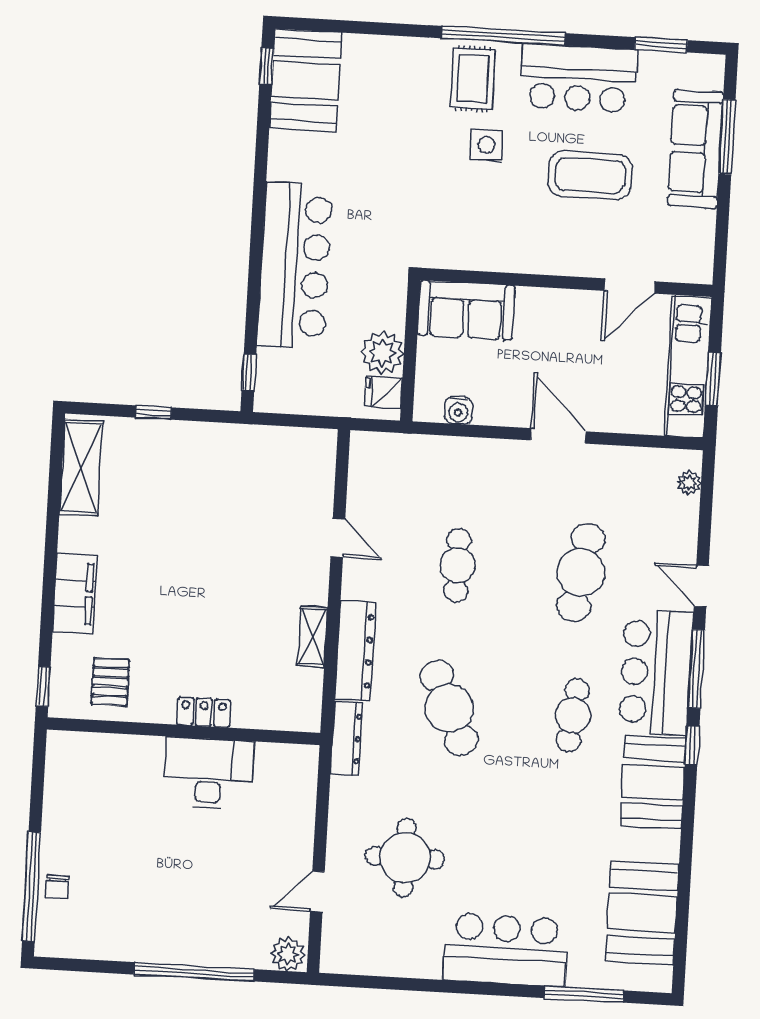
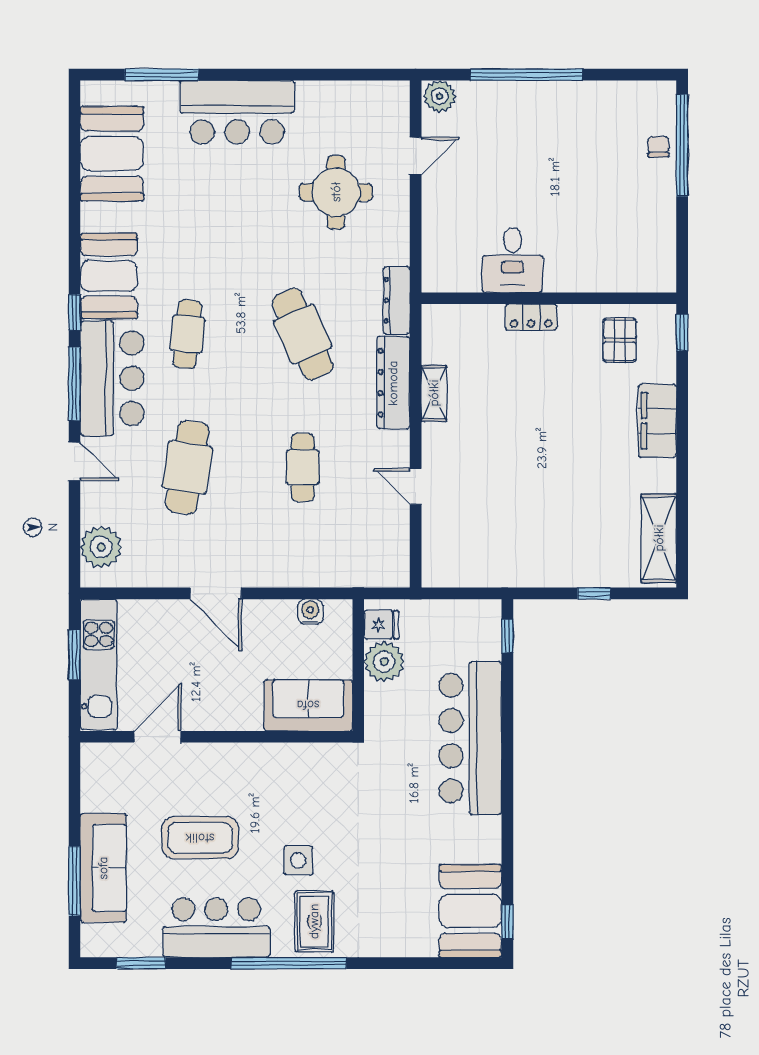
plant: (689, 483) -> (101, 547), width x1.88, depth x1.88
desk: (208, 773) -> (512, 260), width x0.73

